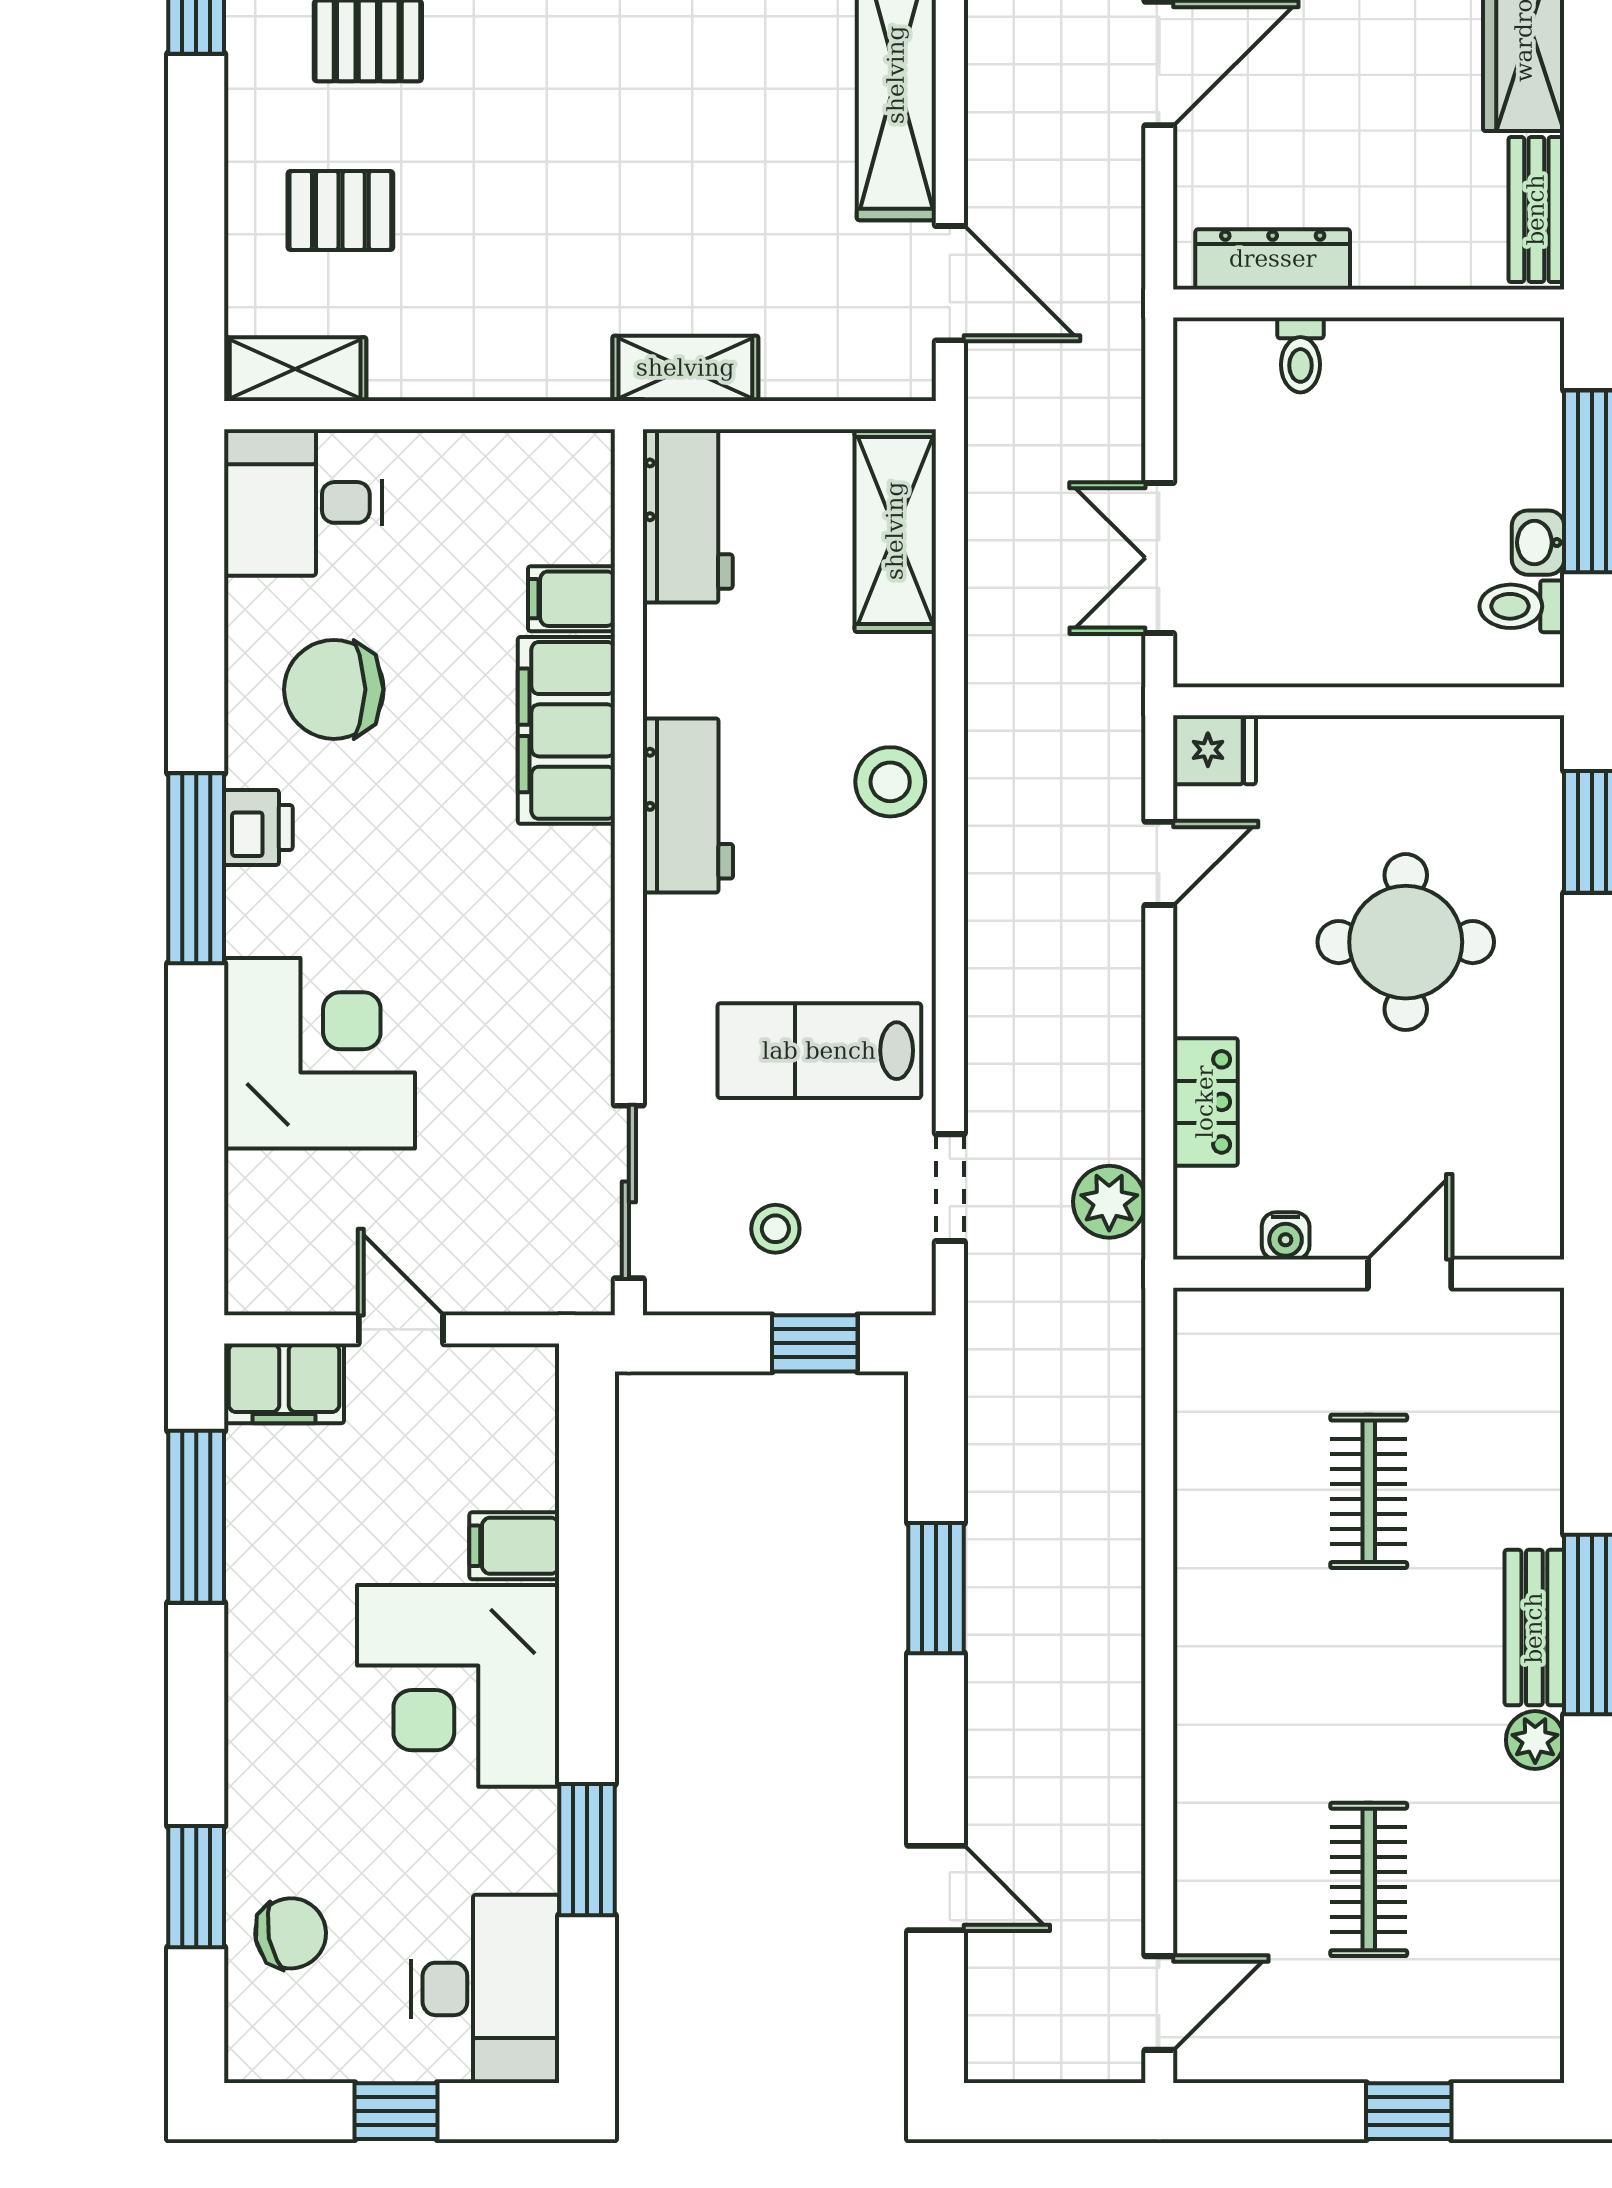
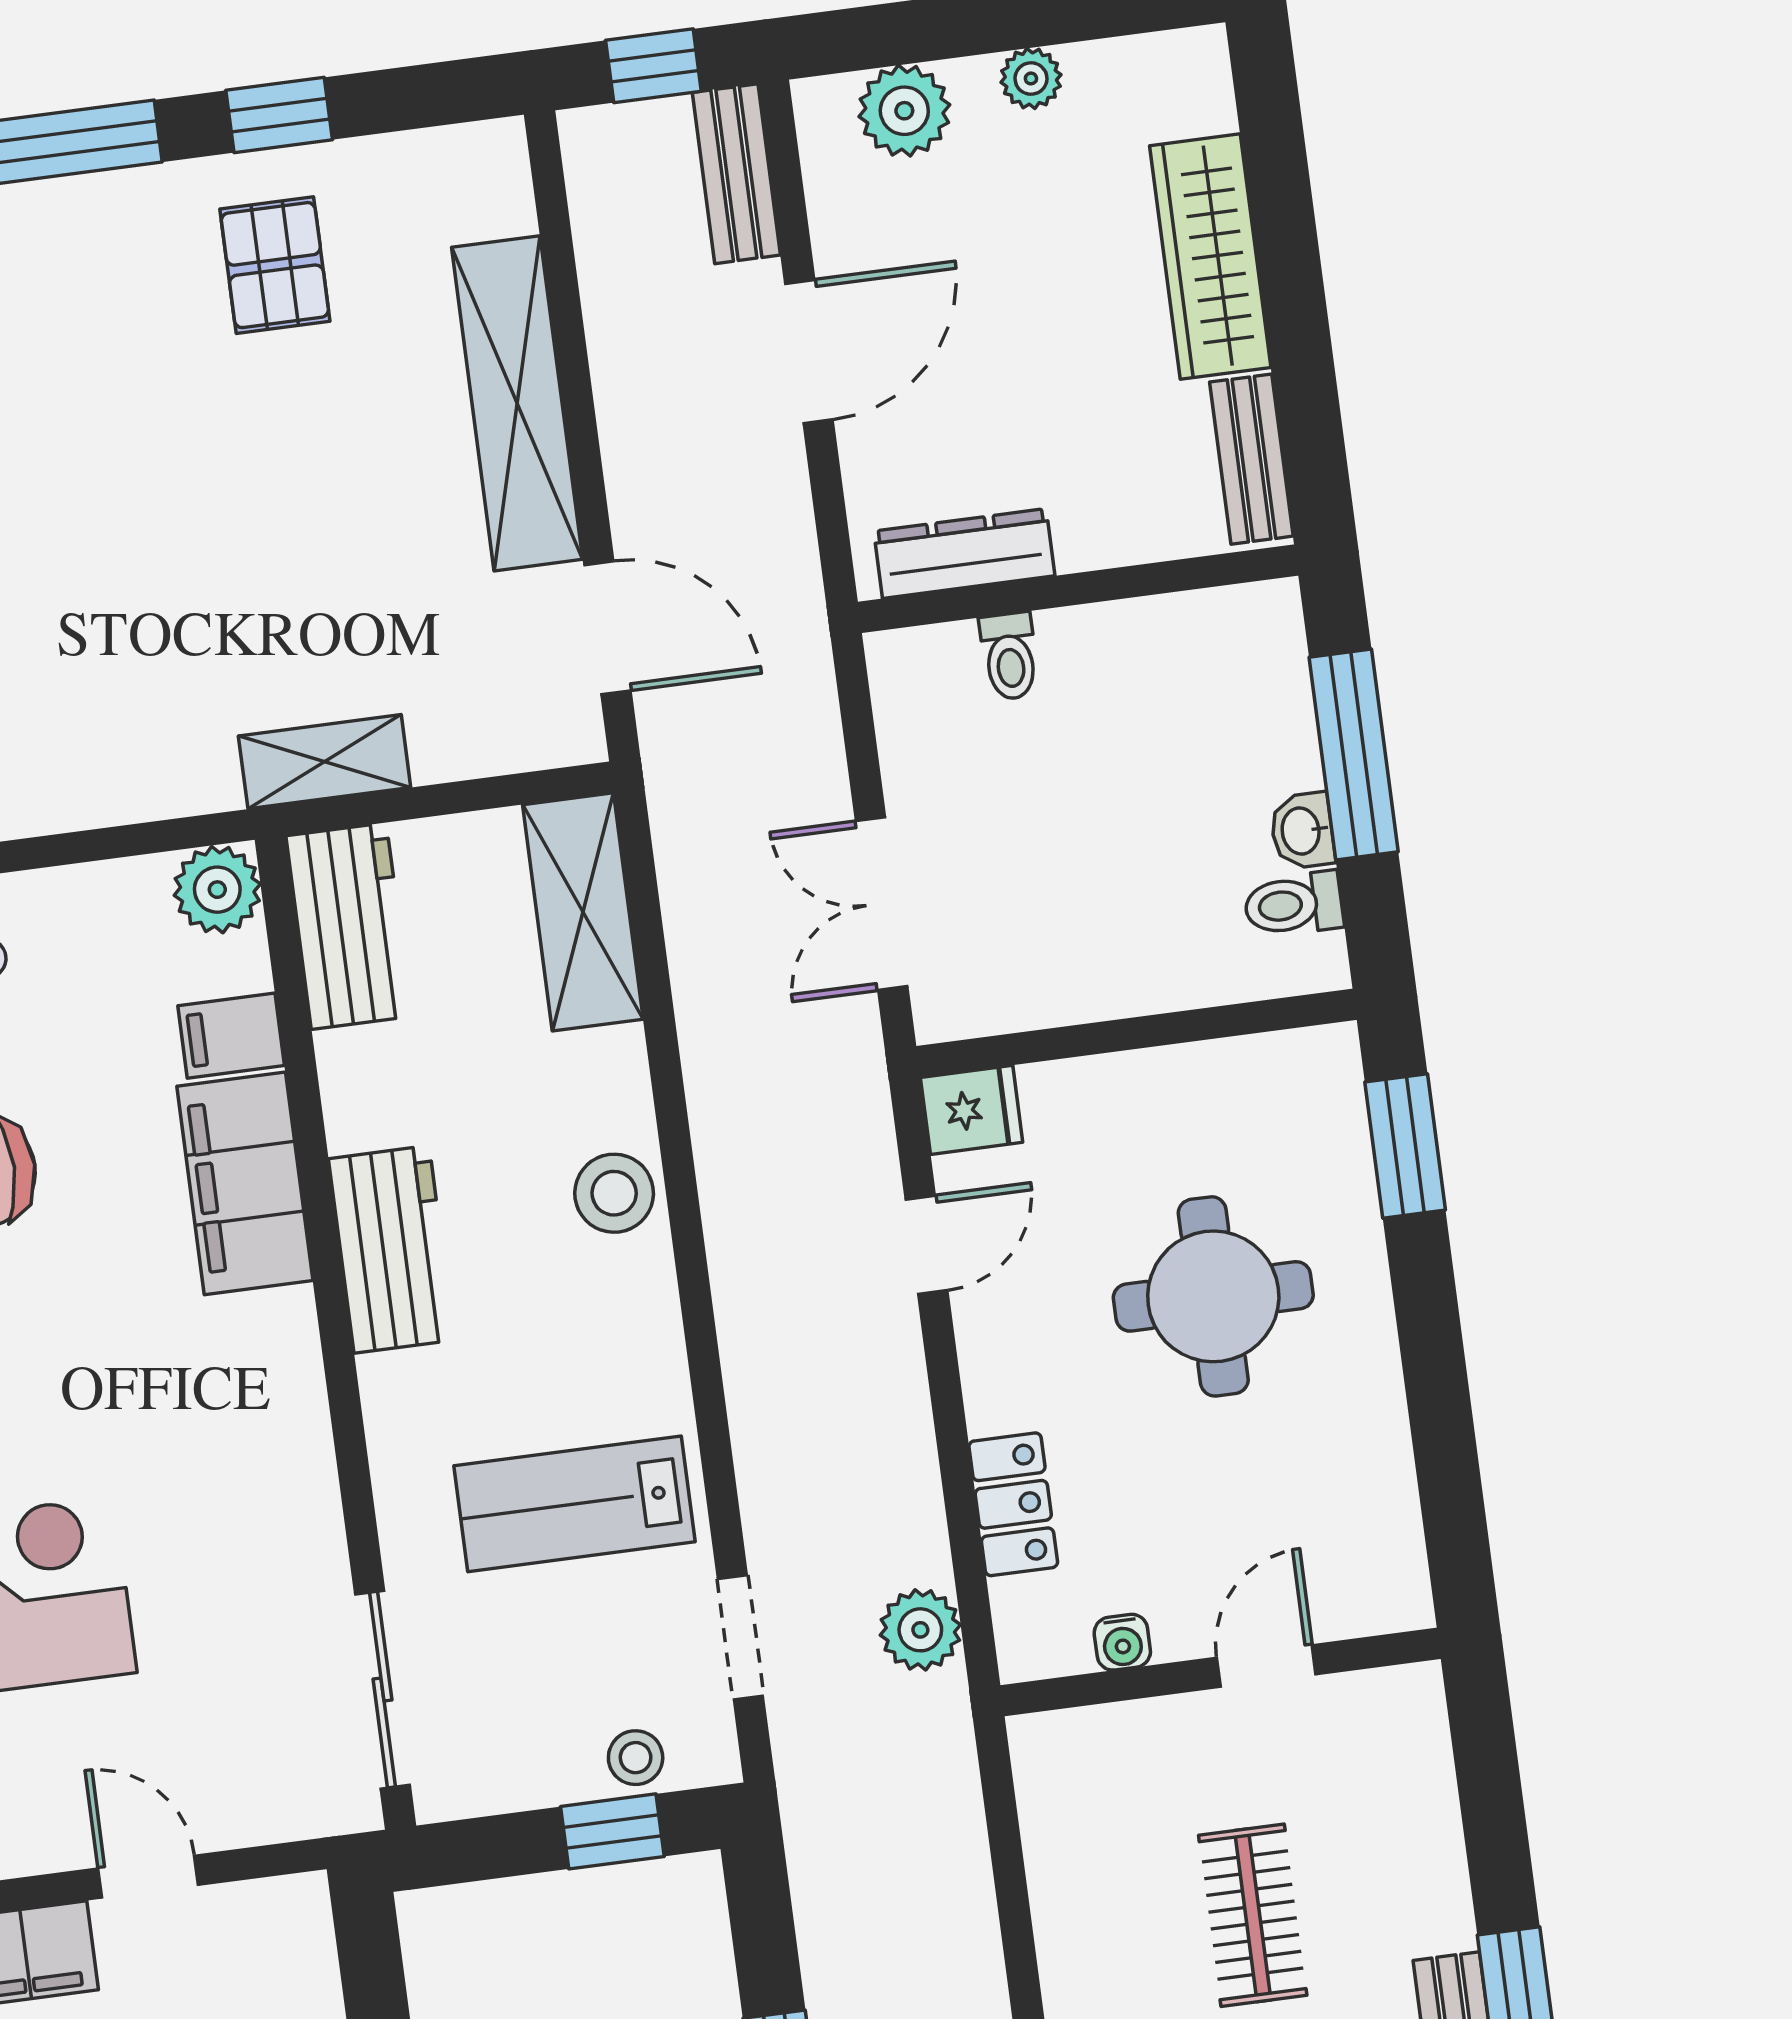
plant: (576, 469) -> (217, 890), added
stool: (775, 1229) -> (636, 1758), moved

